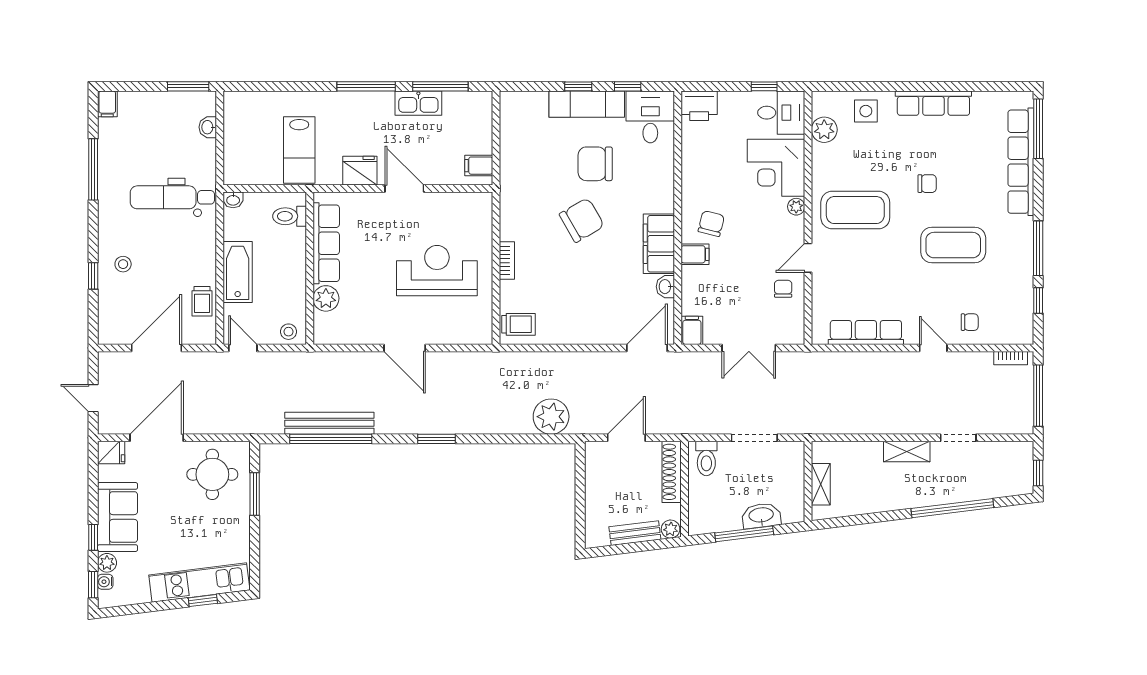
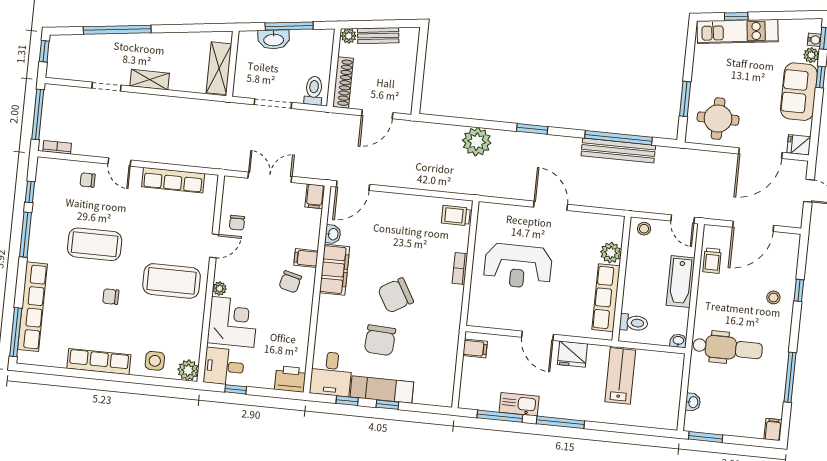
plant: (824, 130) -> (188, 370), moved
chair: (595, 164) -> (380, 340), turned 93
trolley: (202, 301) -> (712, 261), turned 180
plant: (551, 417) -> (477, 142), moved
shelving: (821, 484) -> (219, 68), width x1.50, depth x1.33

